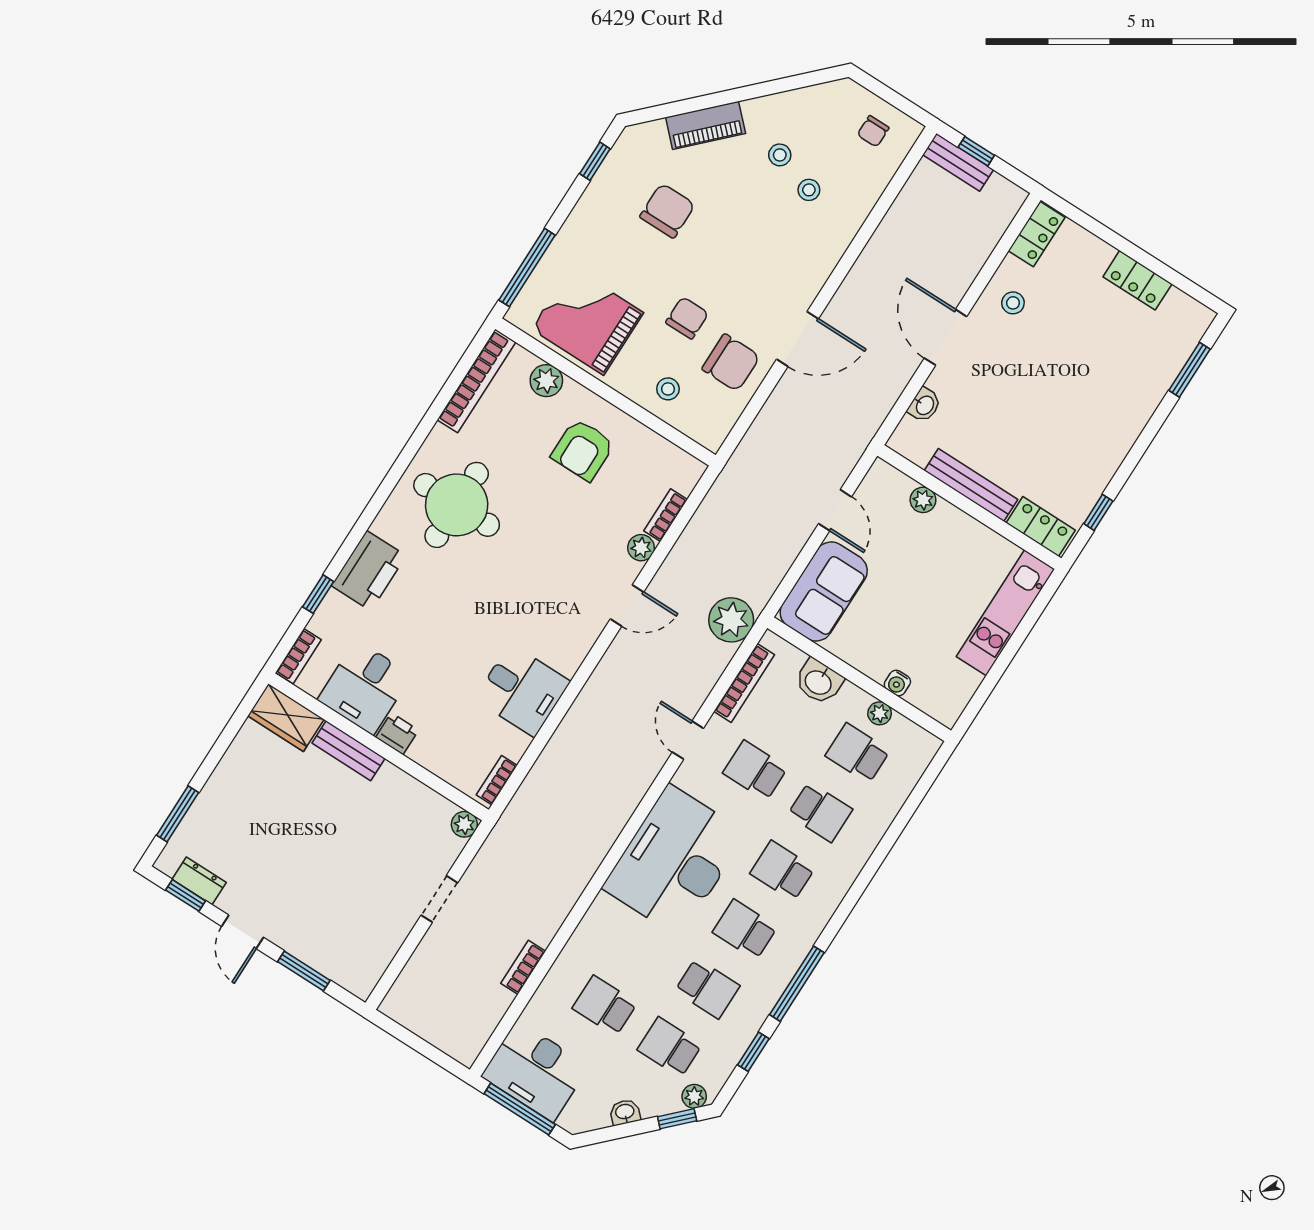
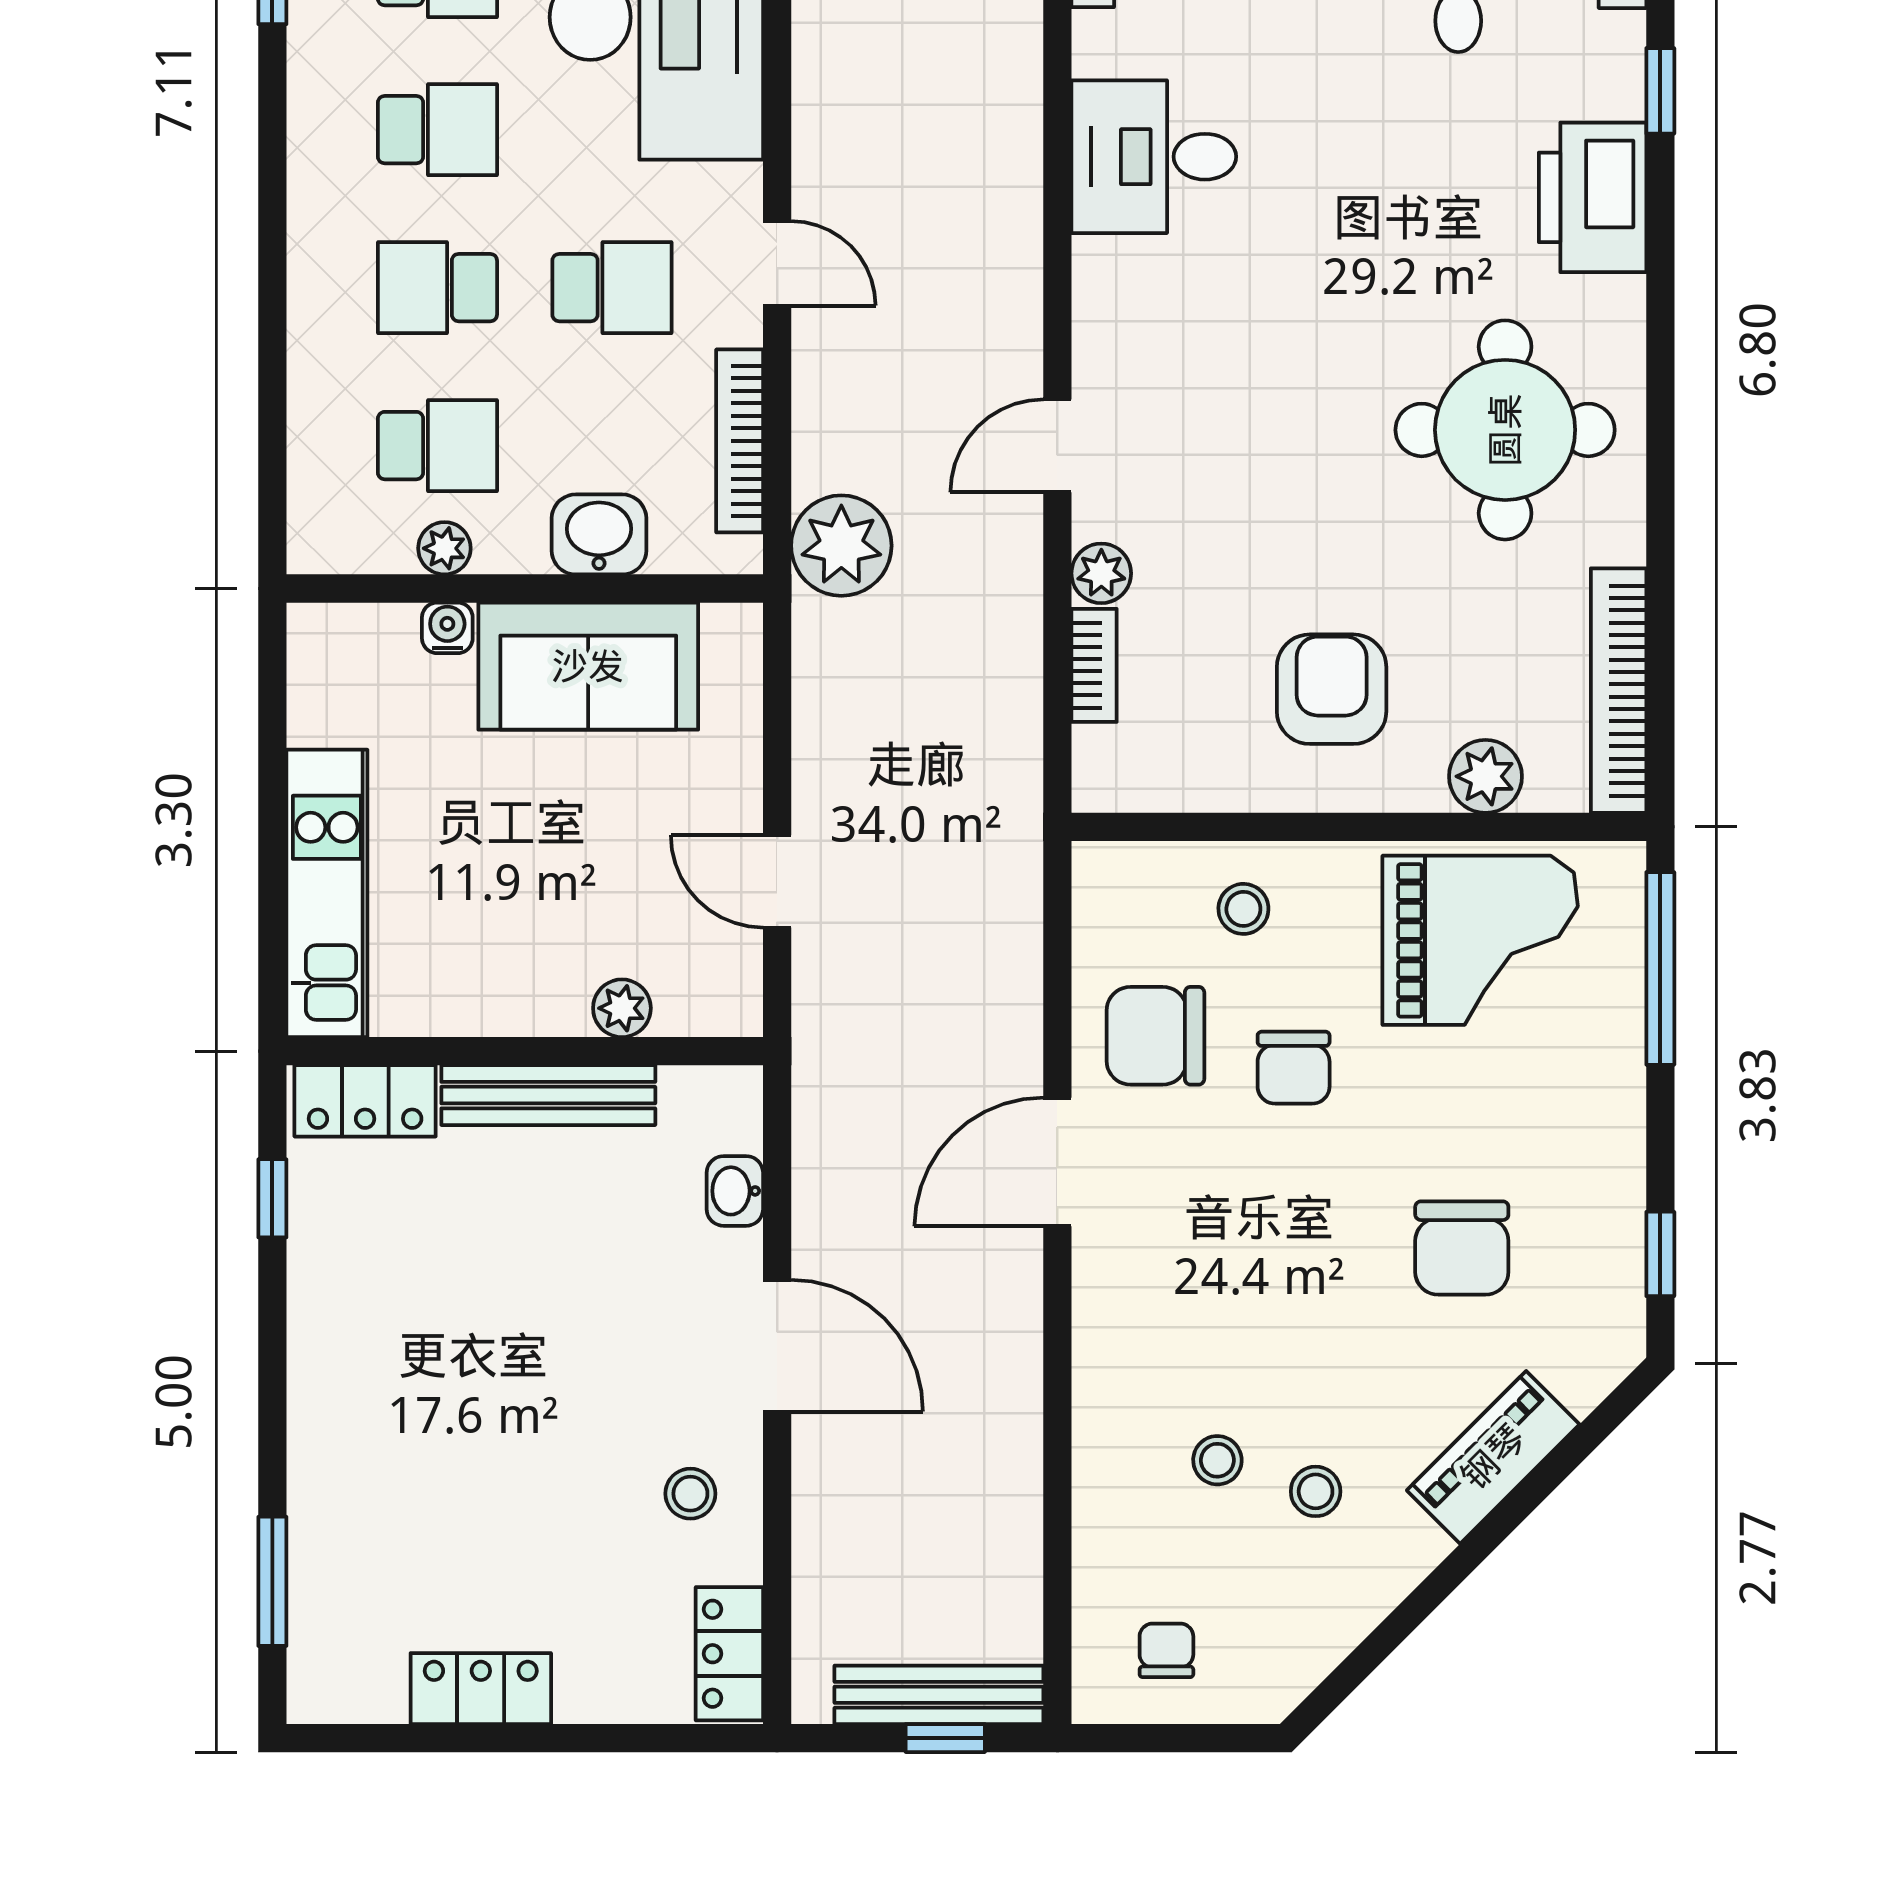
bench: (958, 162) -> (939, 1695), width x1.36
sofa: (824, 592) -> (588, 666), moved, turned -90

